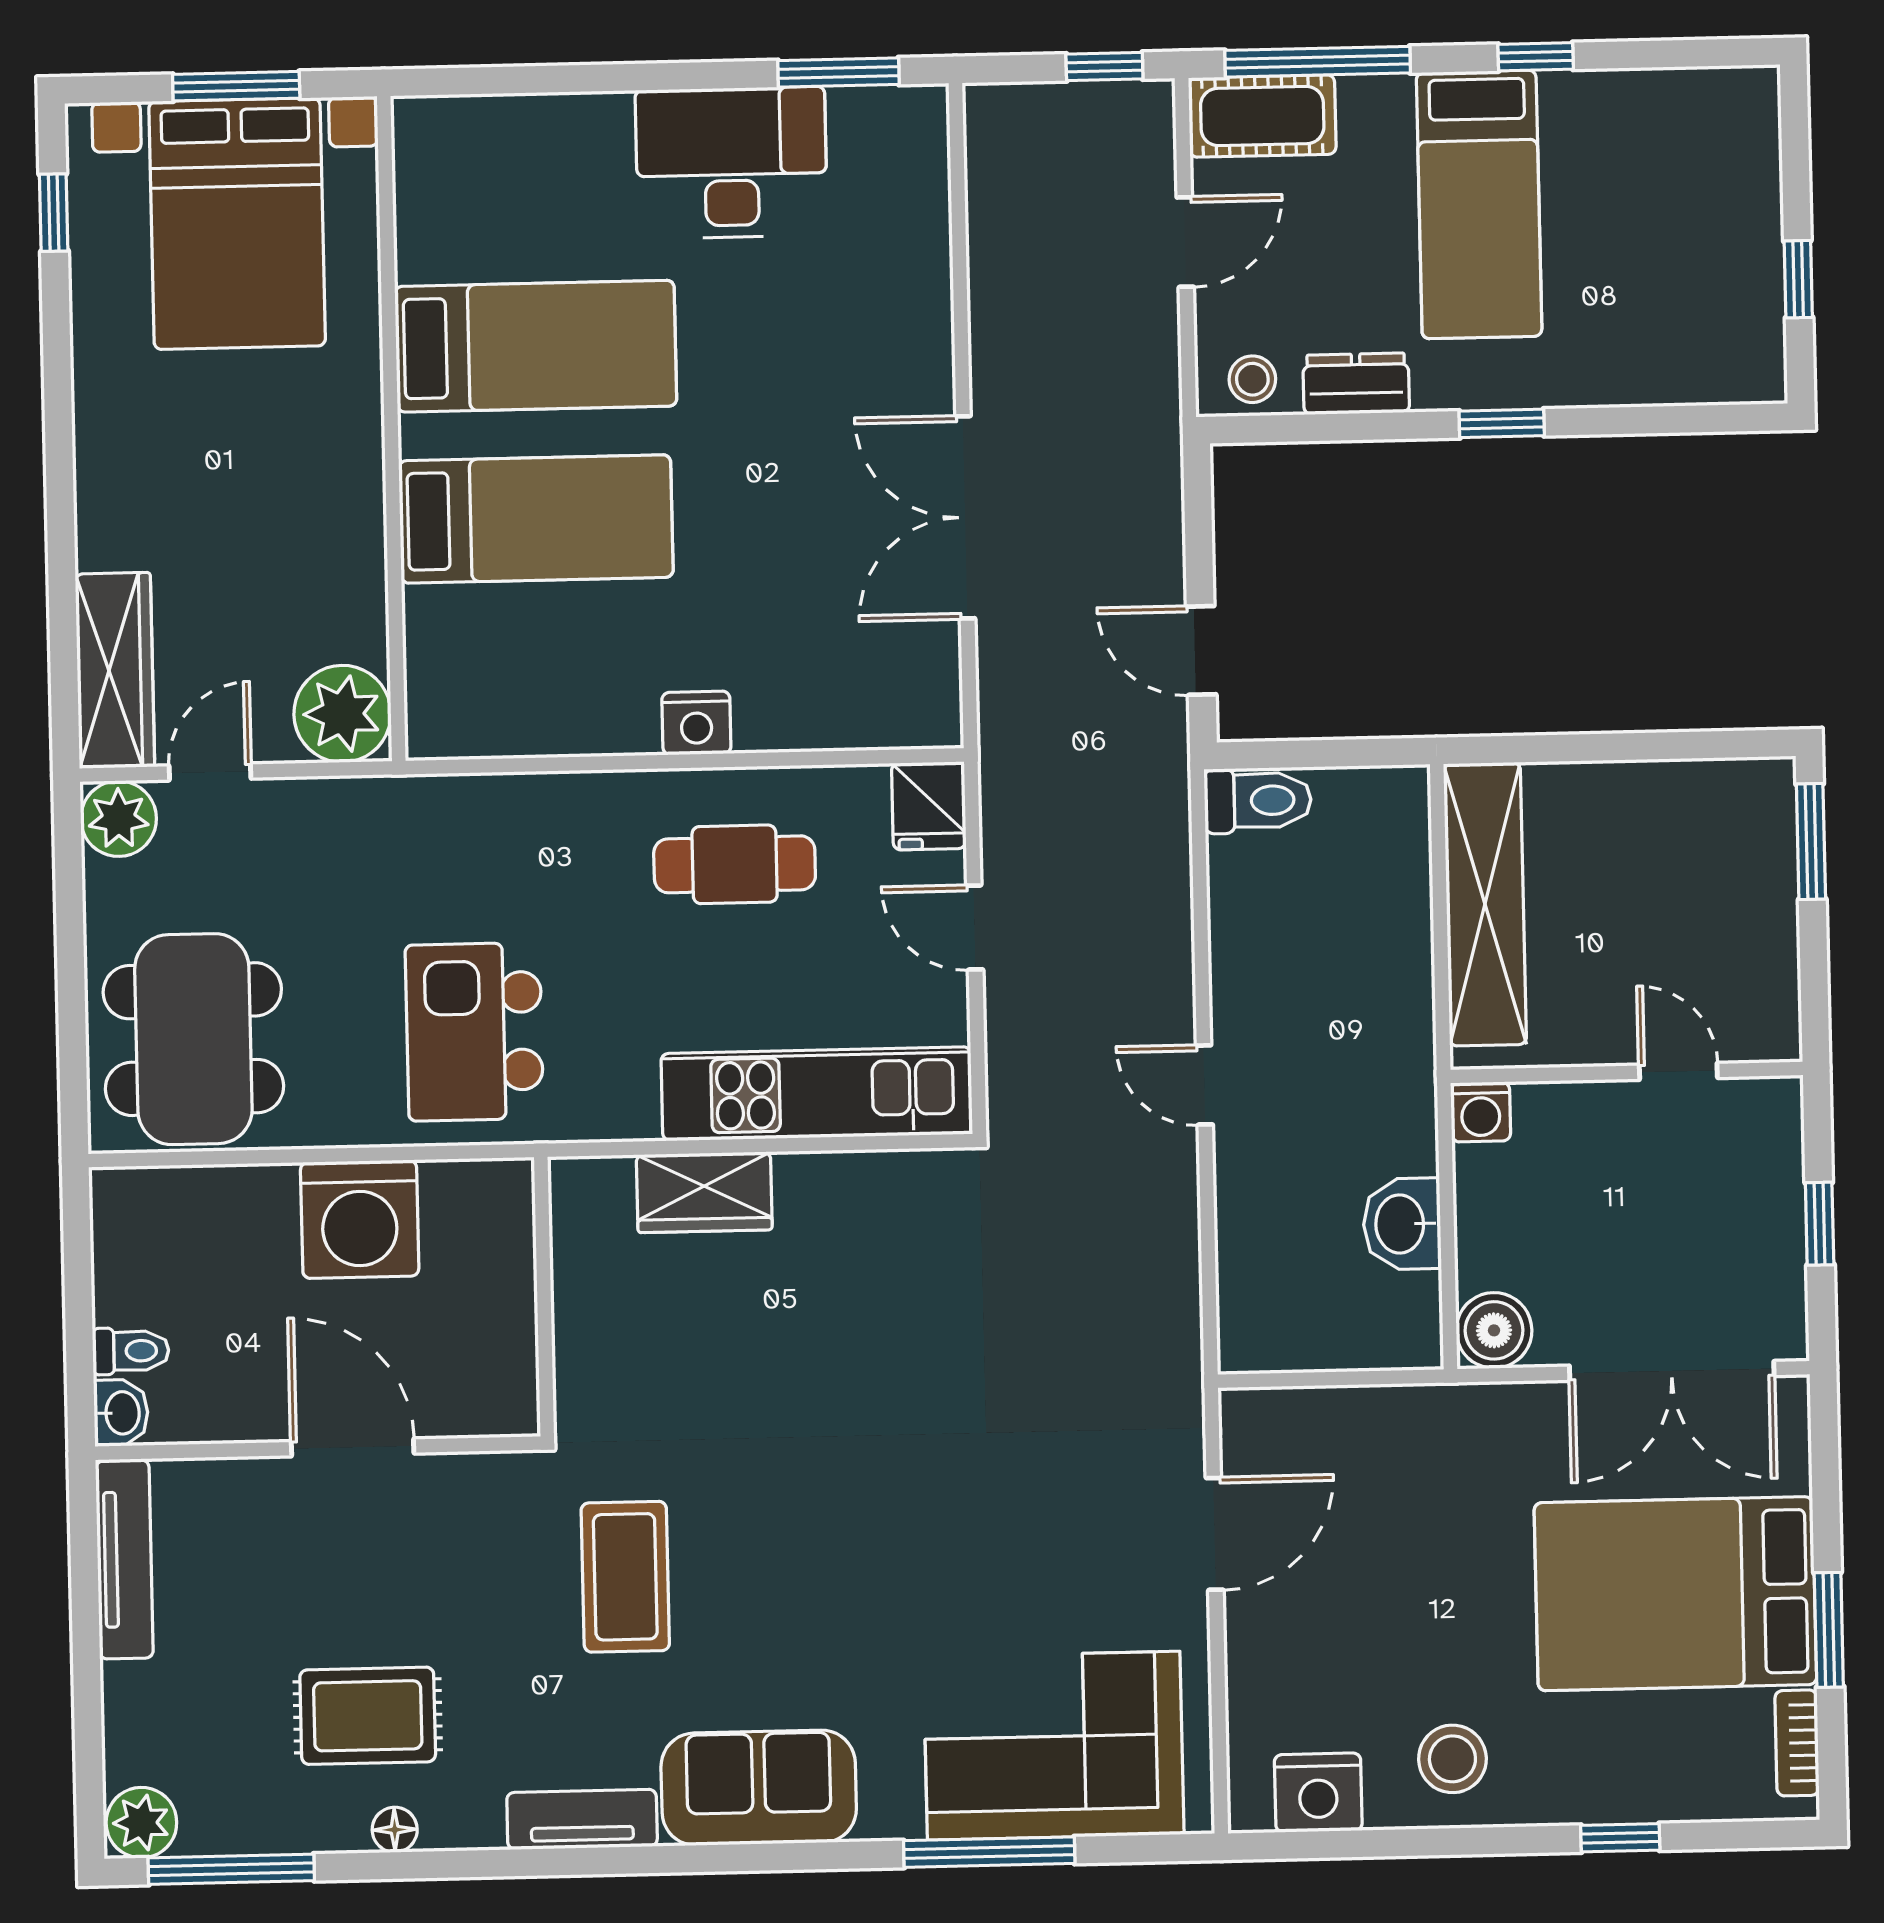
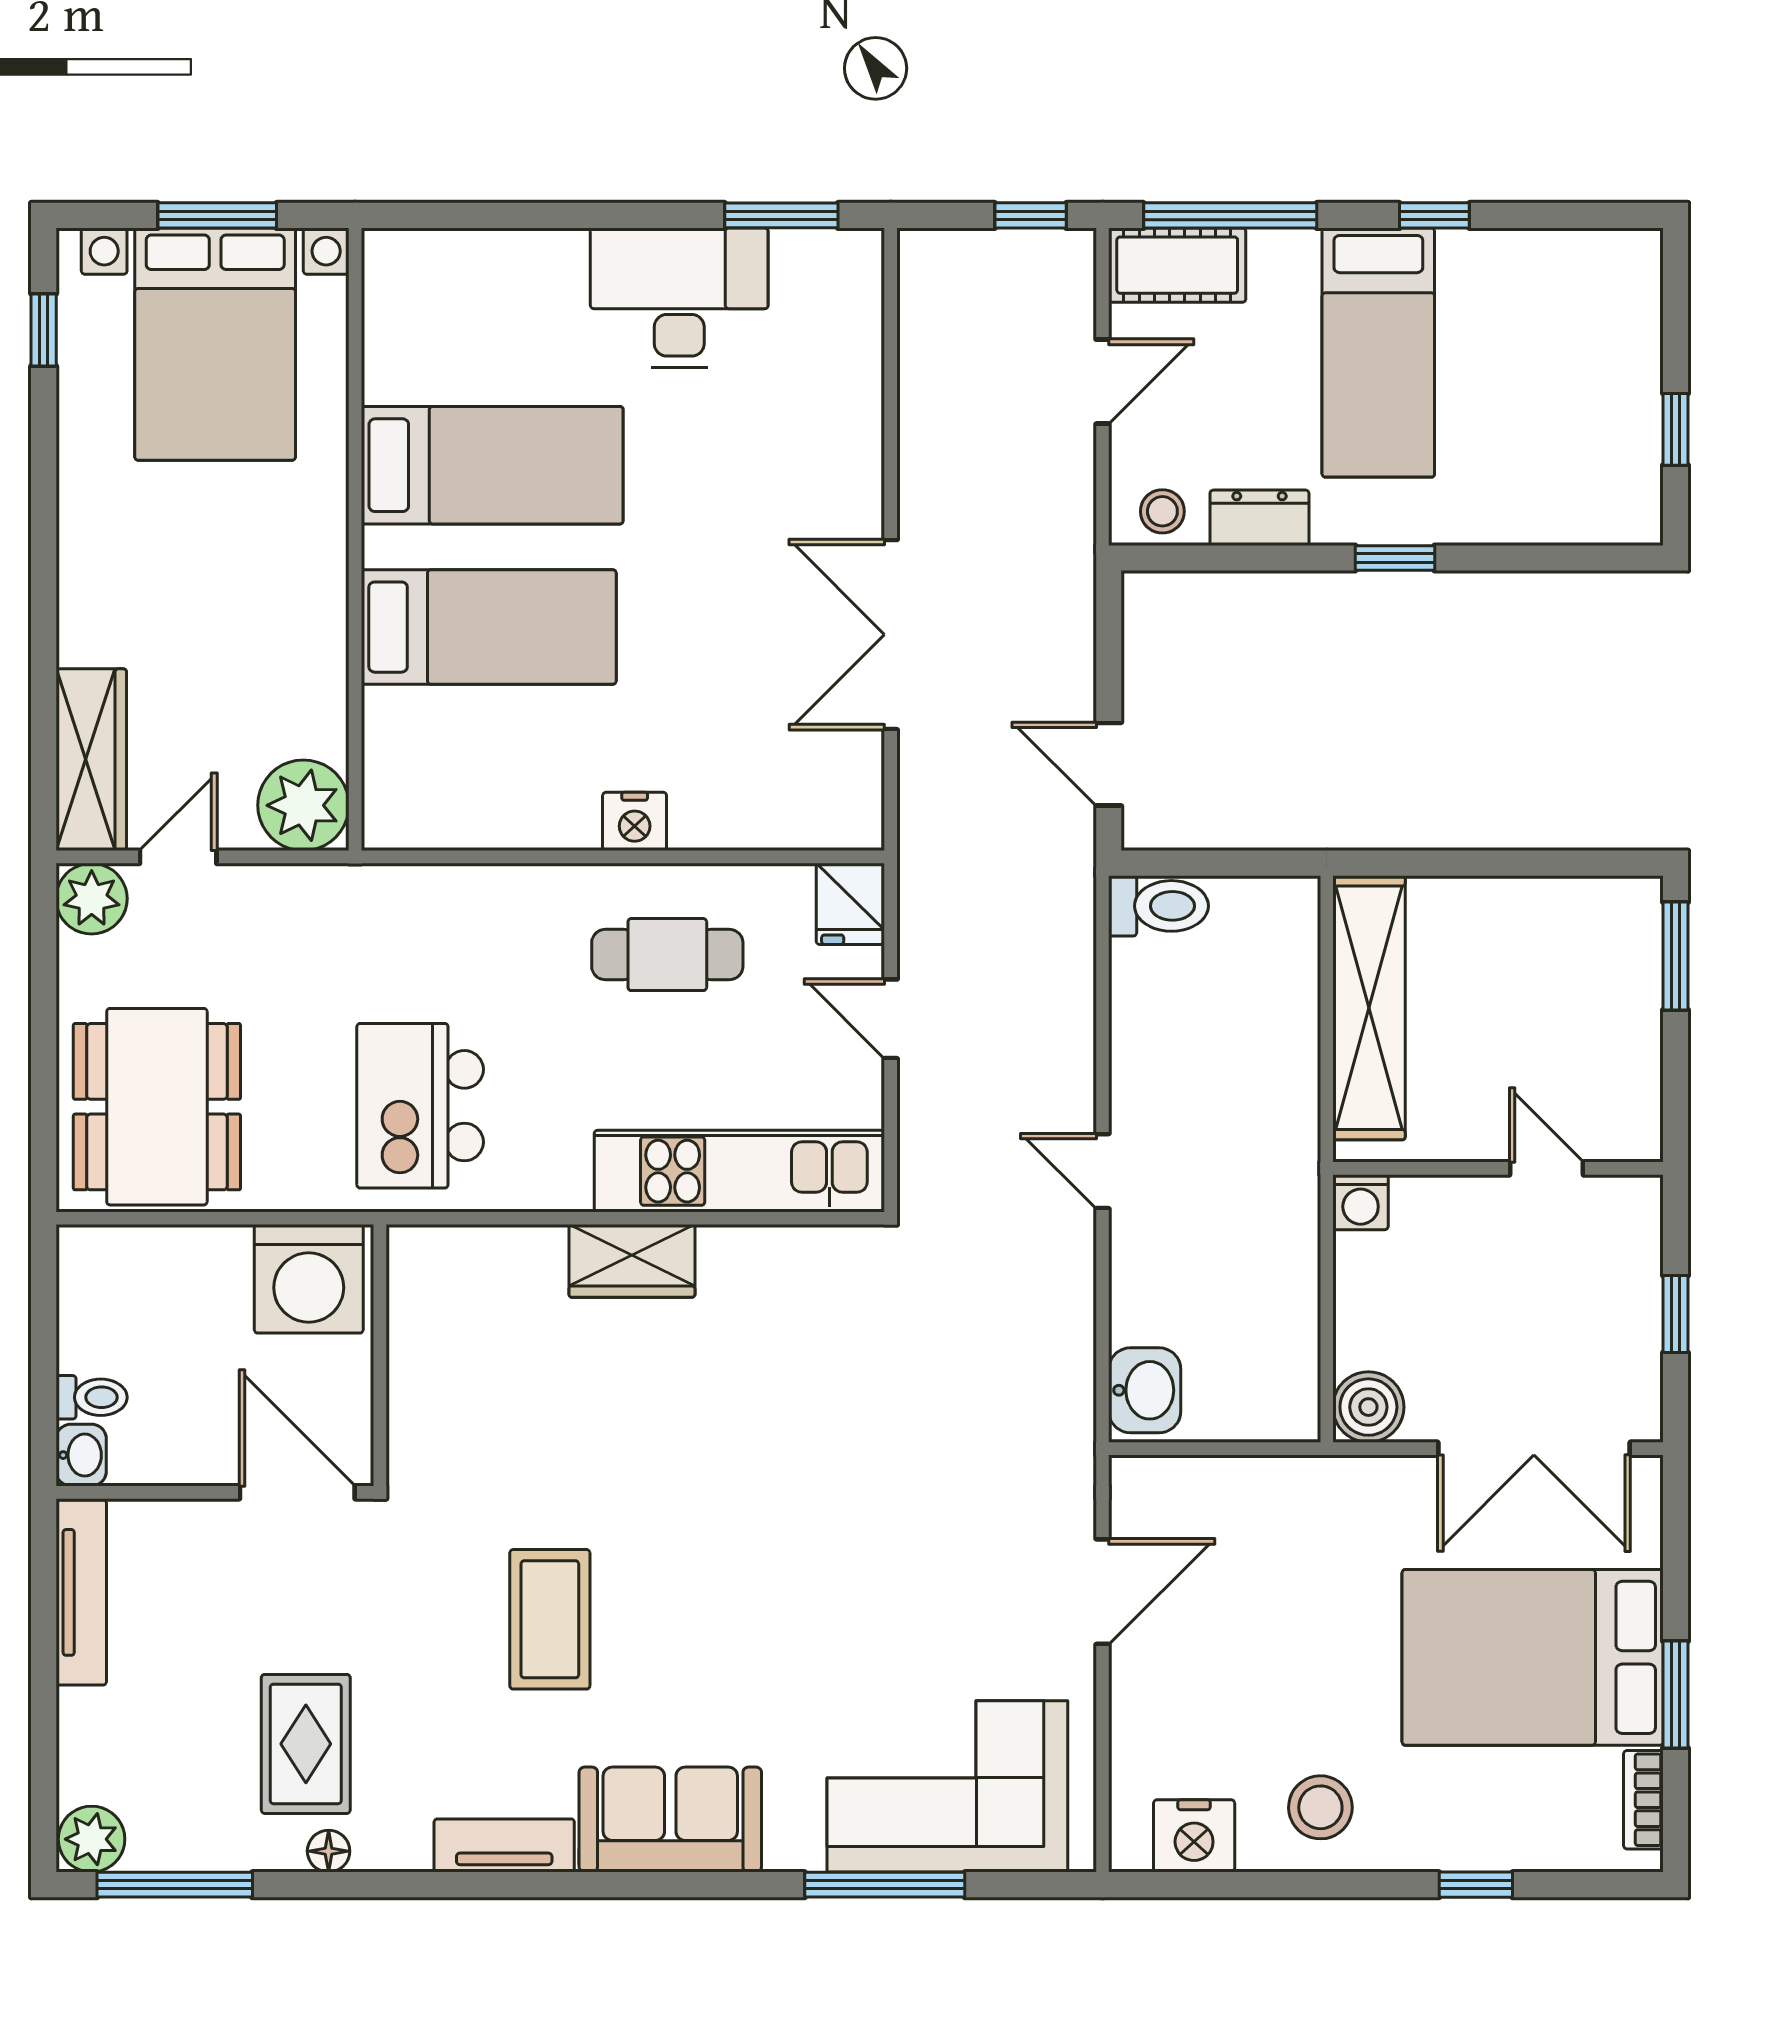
washbasin: (1402, 1224) -> (1145, 1390), moved, turned 180
wall: (544, 1297) -> (380, 1355), moved
rug: (368, 1716) -> (306, 1744), turned 90

